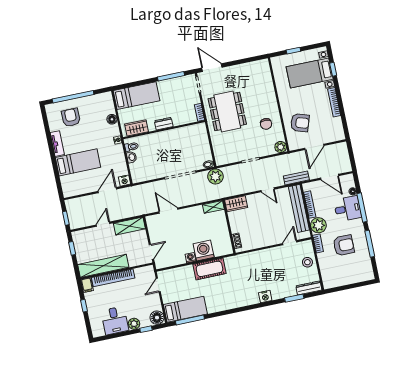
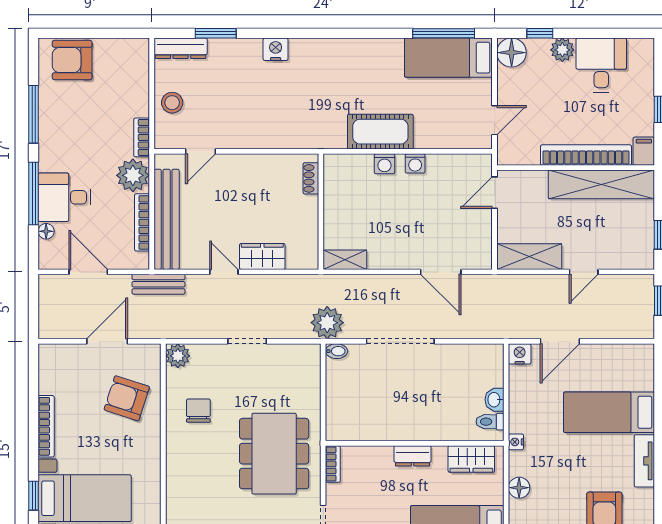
wardrobe: (236, 204) -> (262, 256), moved
armchair: (344, 245) -> (72, 60), moved
washing machine: (204, 250) -> (384, 164), width x0.53, depth x0.53

